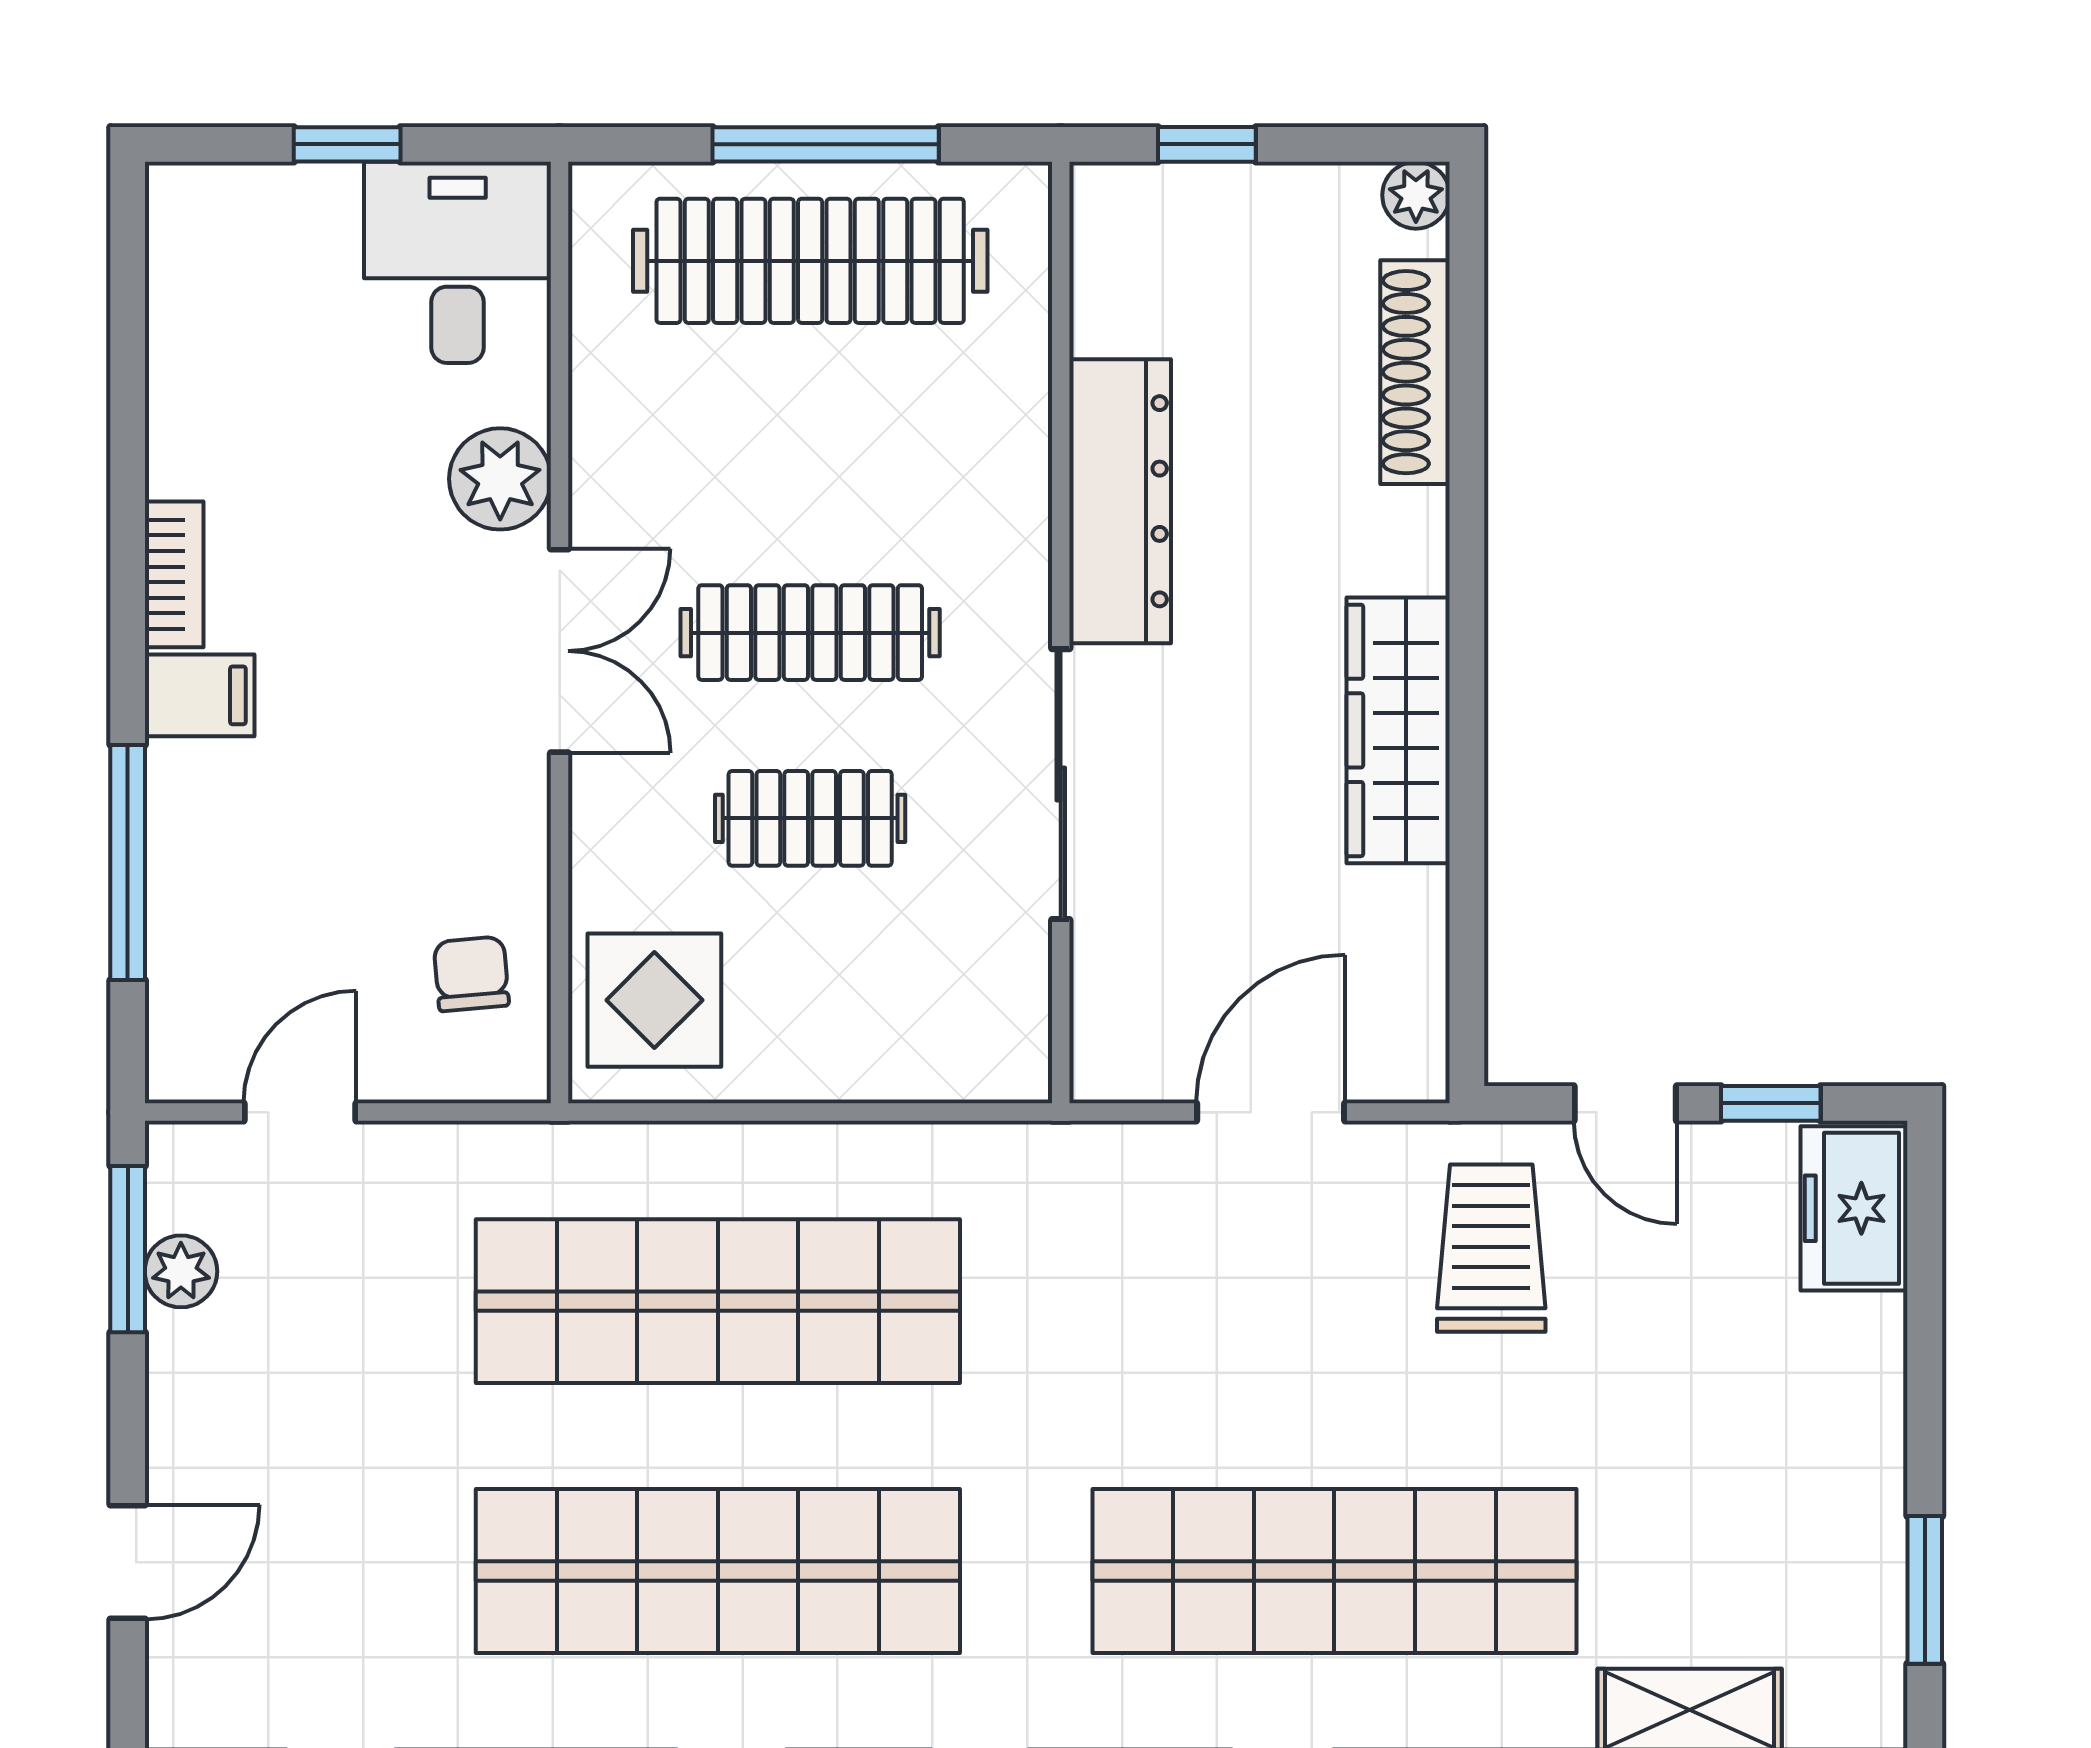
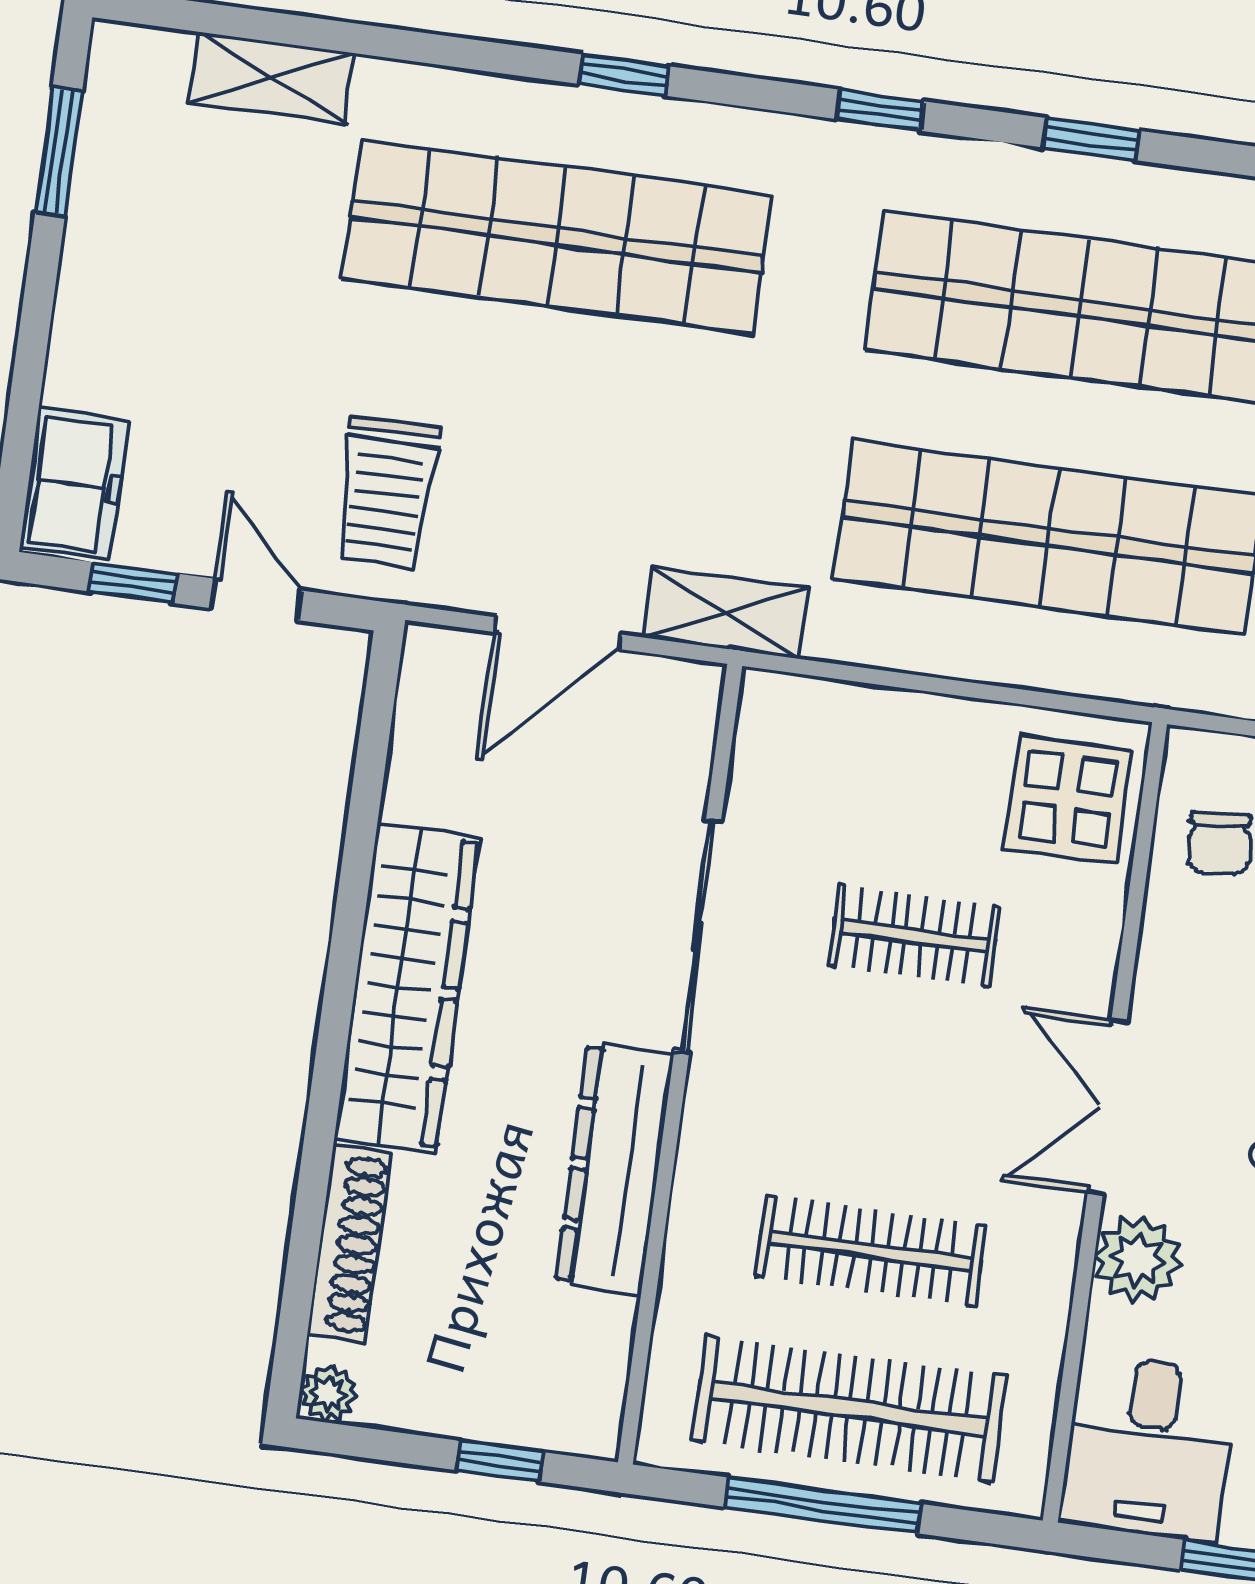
clothes rail: (810, 633) -> (871, 1251), moved
wardrobe: (1398, 730) -> (407, 988), width x1.40, depth x1.17
shelving: (1079, 1162) -> (726, 613), added

